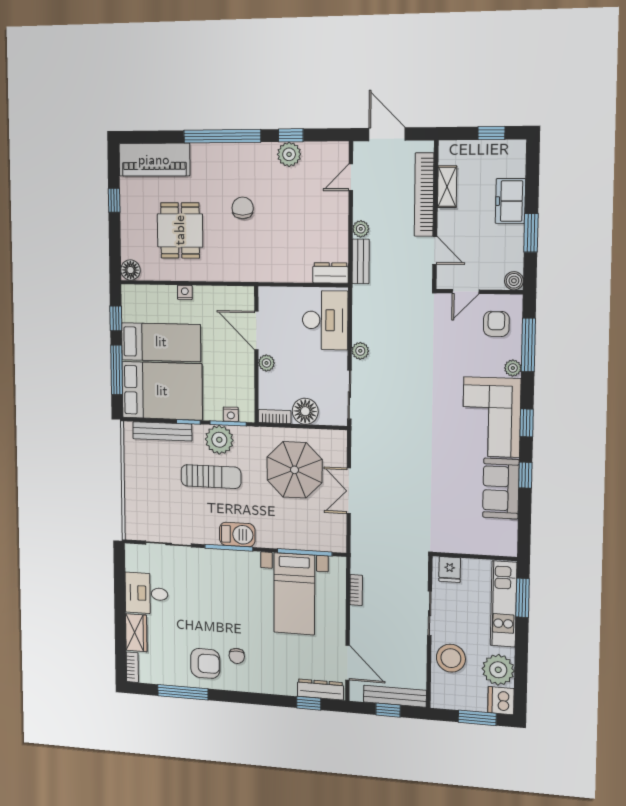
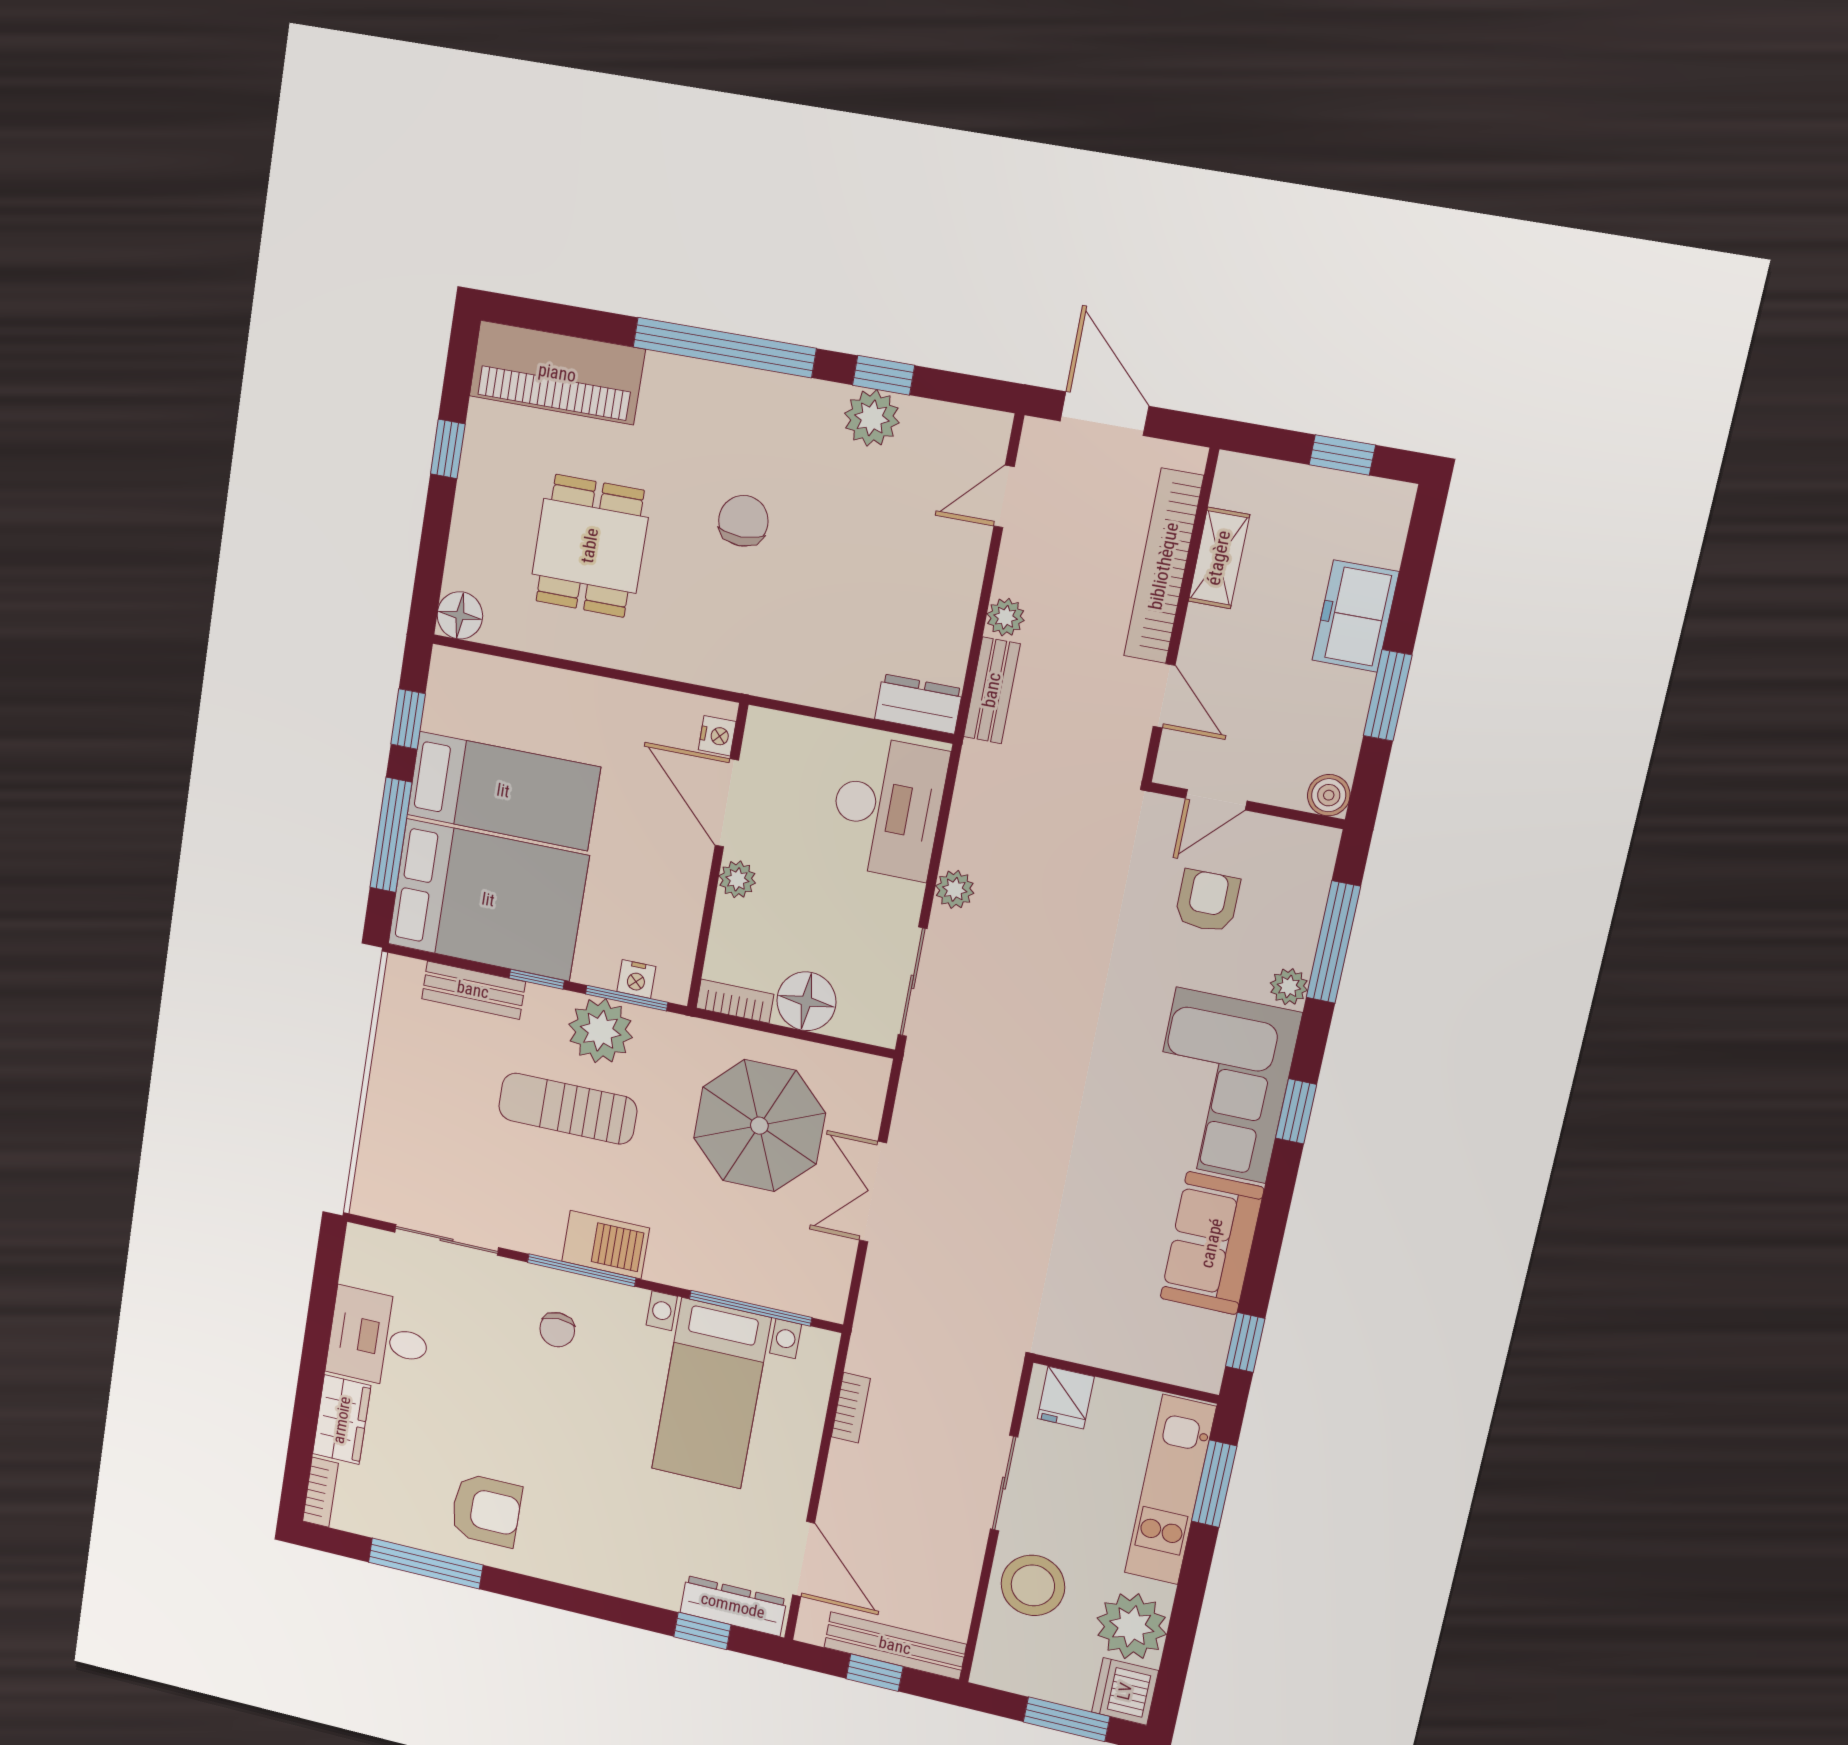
nightstand: (185, 292) -> (717, 736), moved, turned 90
armchair: (496, 324) -> (1207, 901), moved
bench: (162, 431) -> (473, 990), width x0.73
window: (525, 475) -> (1245, 1342), moved
sun lounger: (211, 477) -> (568, 1109), turned 180
chair: (237, 656) -> (557, 1330), moved

